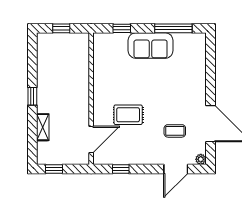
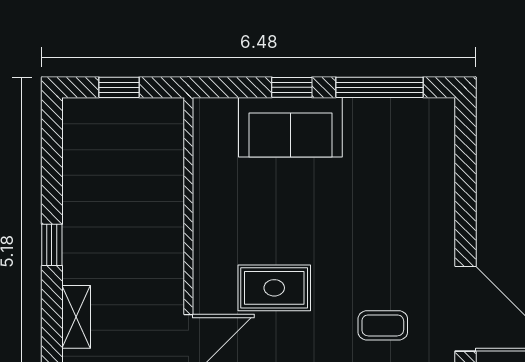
window: (122, 28) -> (292, 87), moved
sofa: (151, 46) -> (290, 127), moved

